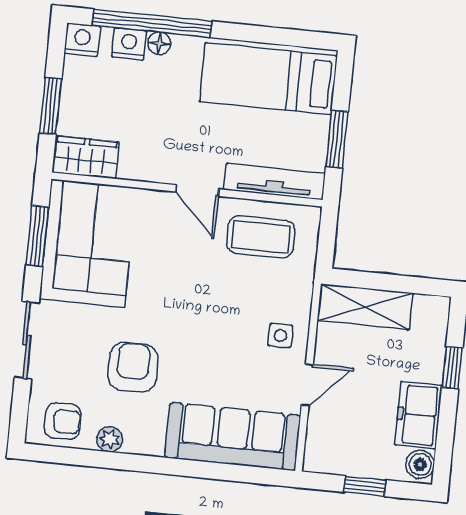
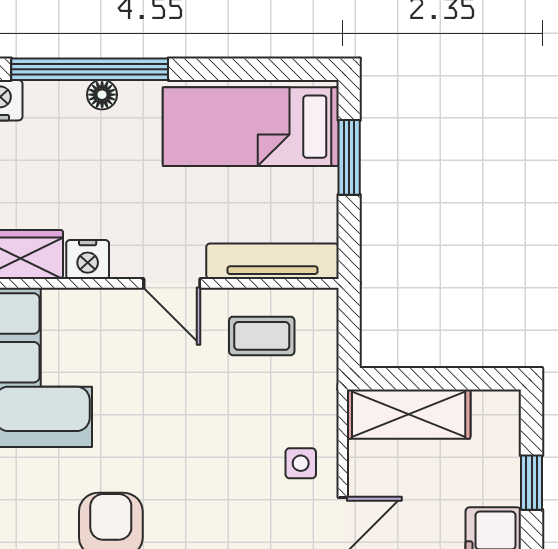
nightstand: (129, 44) -> (88, 259), moved, turned 180
window: (337, 139) -> (349, 157), moved
coffee table: (261, 237) -> (262, 336), width x0.73, depth x0.77

